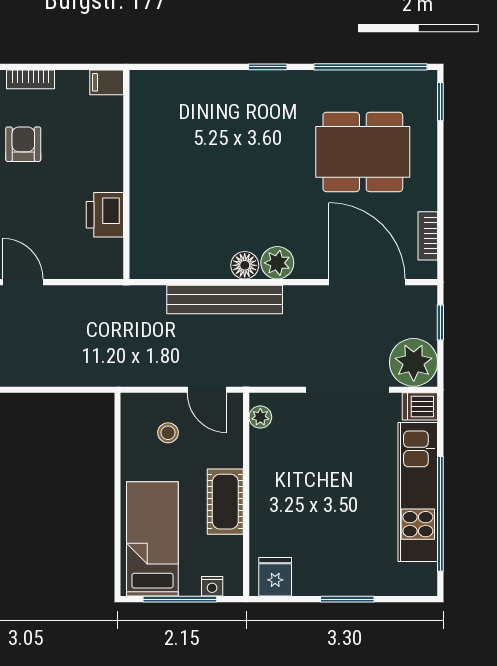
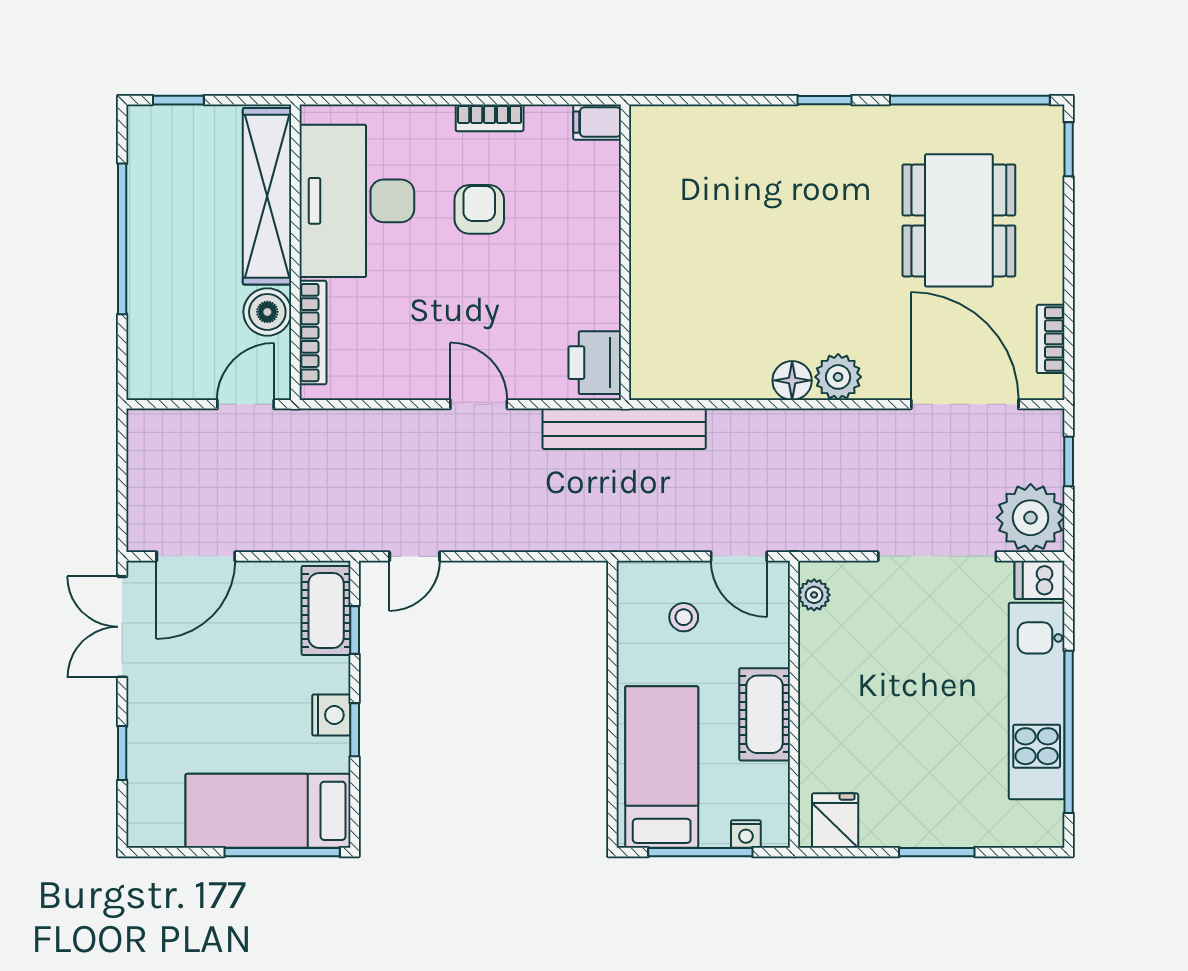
dining table: (363, 152) -> (959, 220), turned 90
printer: (105, 215) -> (595, 363), moved
bench: (225, 299) -> (624, 429), moved

